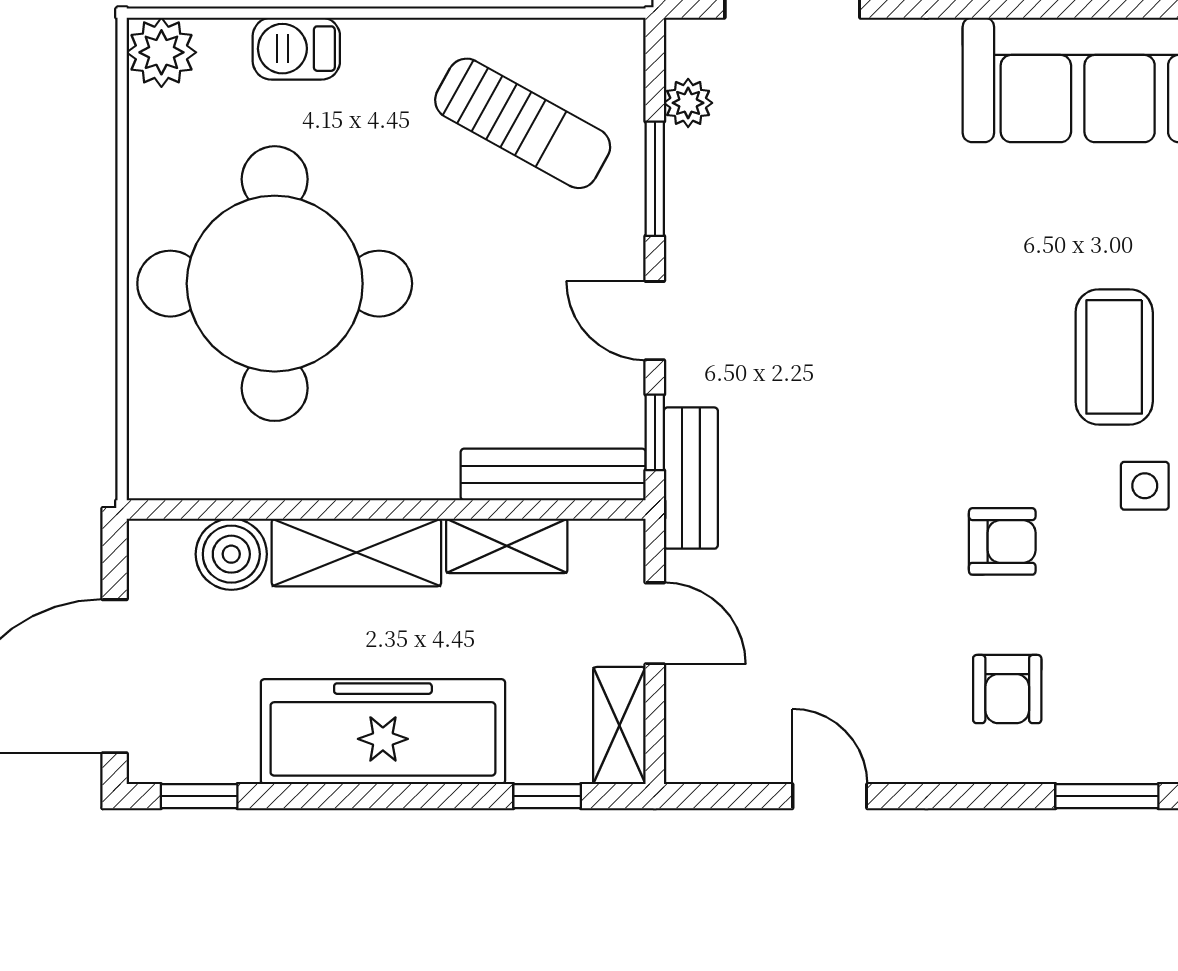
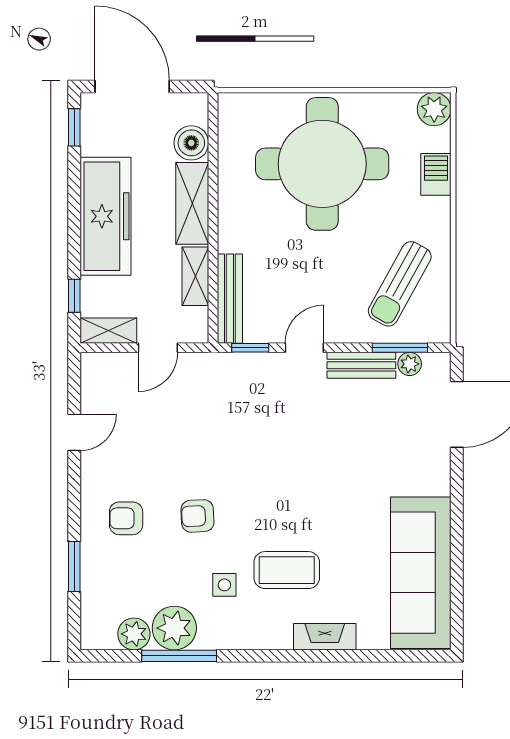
window: (655, 179) -> (400, 348), moved
bench: (691, 478) -> (361, 365), moved
armchair: (1002, 541) -> (197, 516), turned 87

